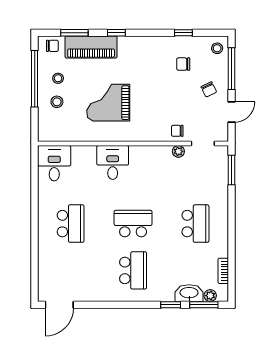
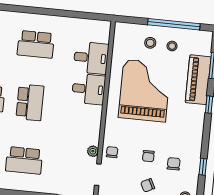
chair: (52, 46) -> (148, 156), moved
grand piano: (108, 103) -> (145, 91), width x1.37, depth x1.48
desk: (54, 163) -> (91, 58), moved

